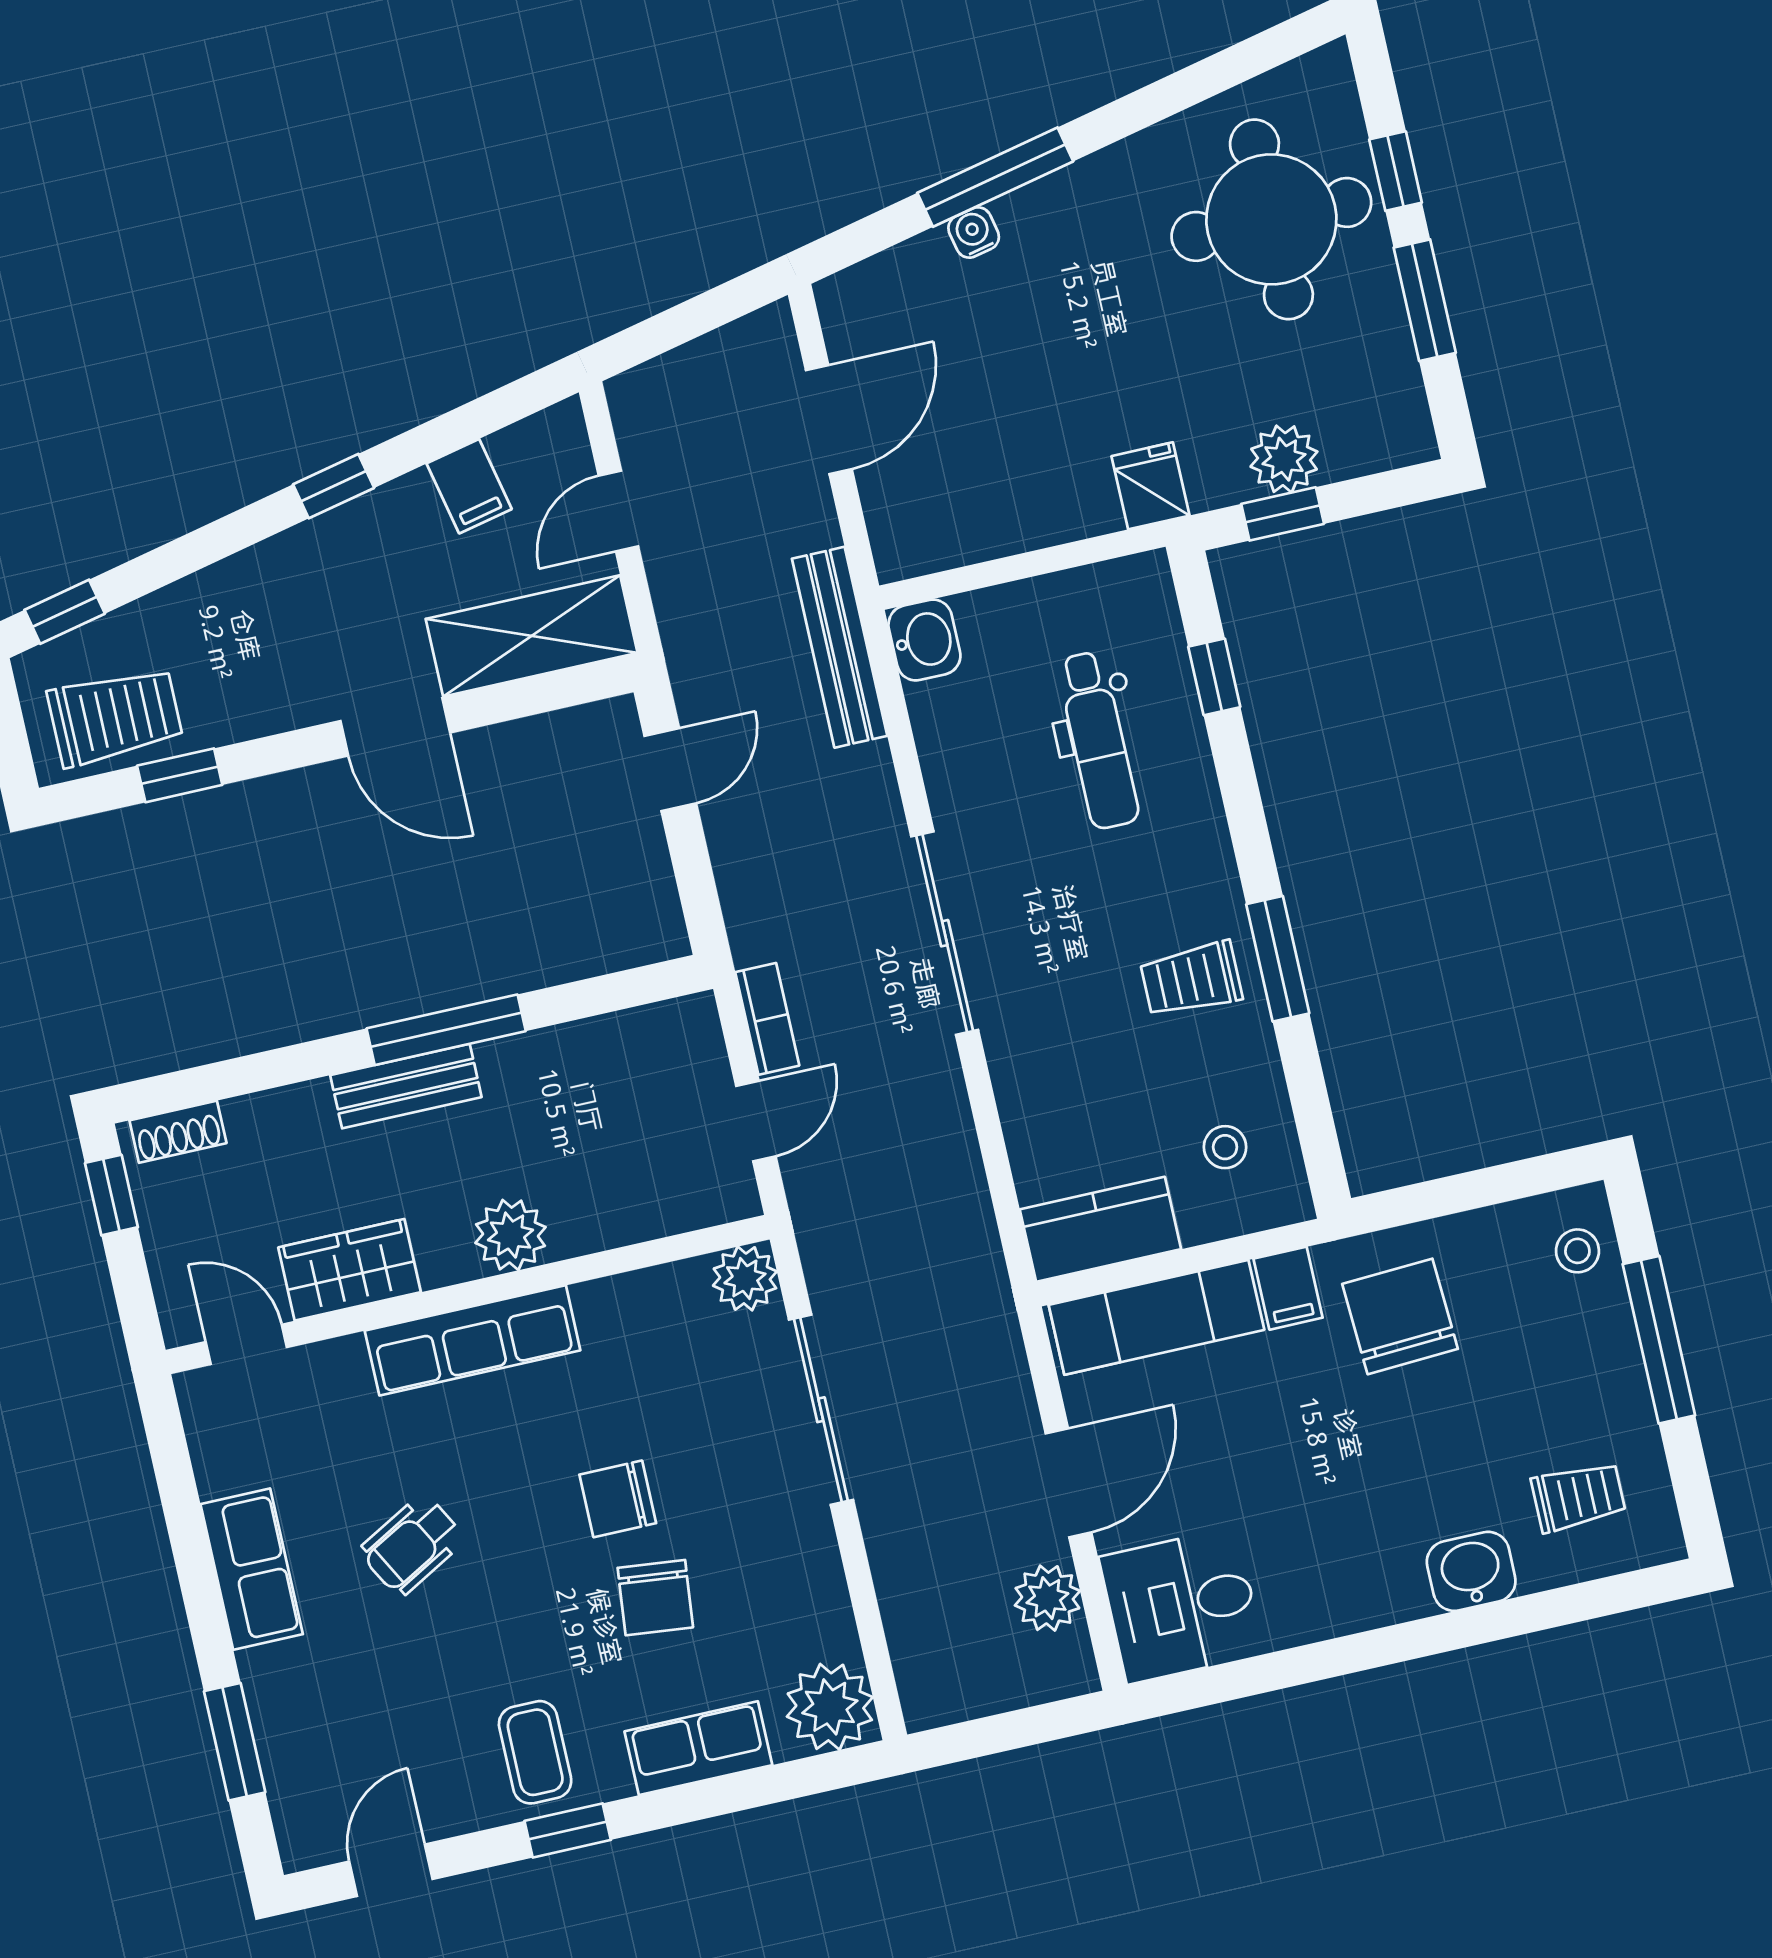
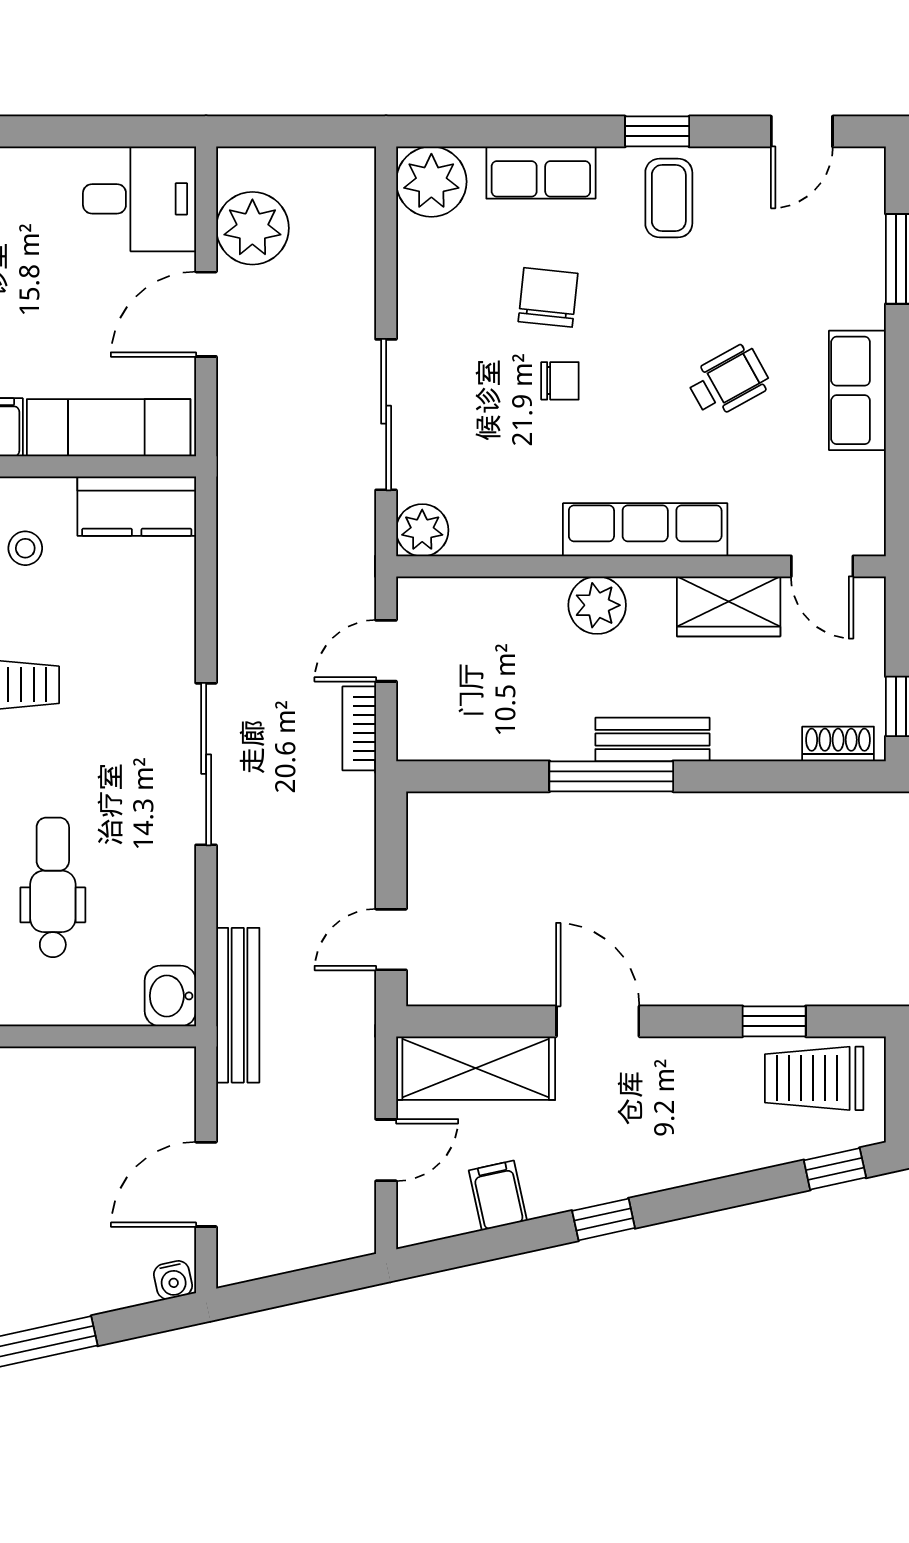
water cooler: (974, 232) -> (173, 1280), moved
chair: (618, 1499) -> (560, 381), width x0.73, depth x0.73
plant: (1047, 1598) -> (252, 228), width x1.36, depth x1.36

